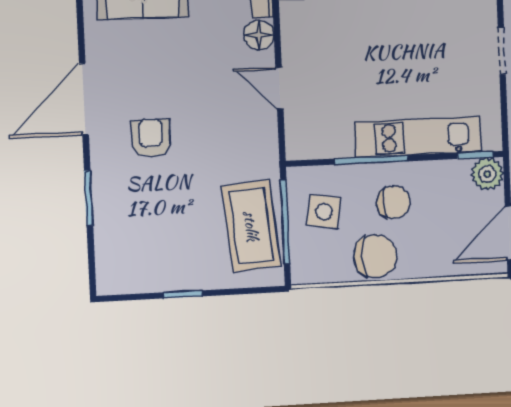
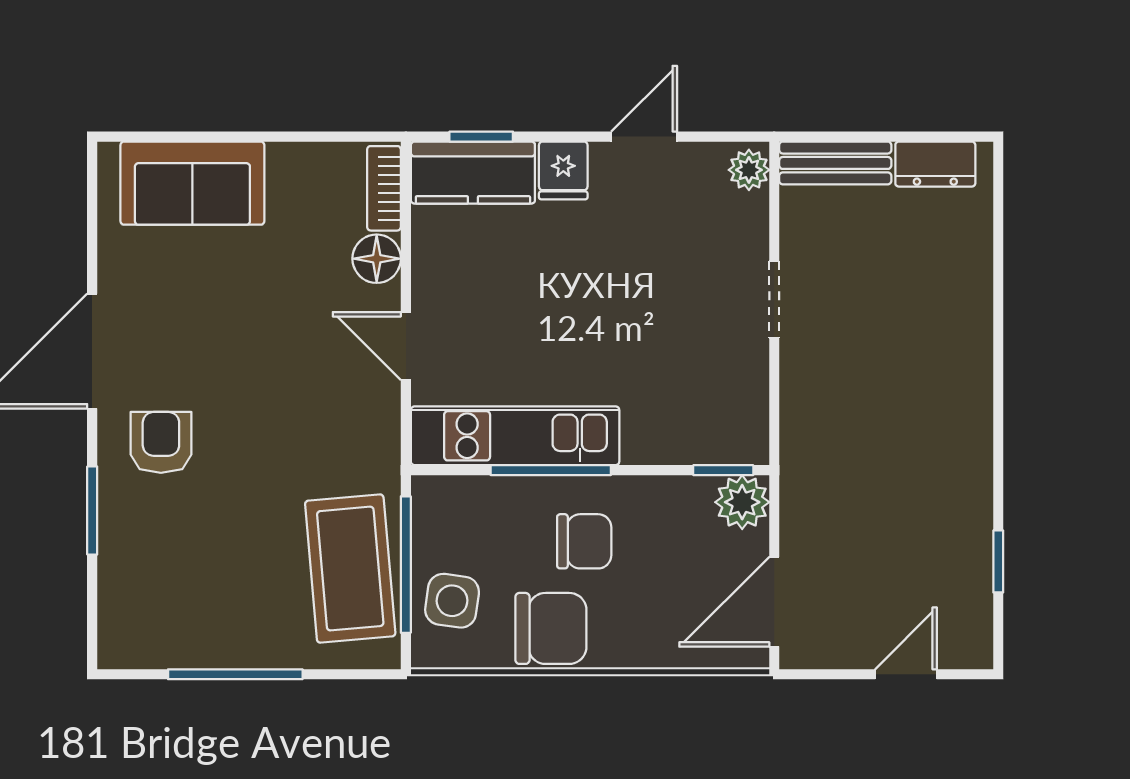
kitchen unit: (418, 137) -> (515, 436), moved
armchair: (151, 138) -> (161, 442), moved
side table: (324, 212) -> (452, 601), moved
window: (183, 294) -> (235, 674), width x2.17

